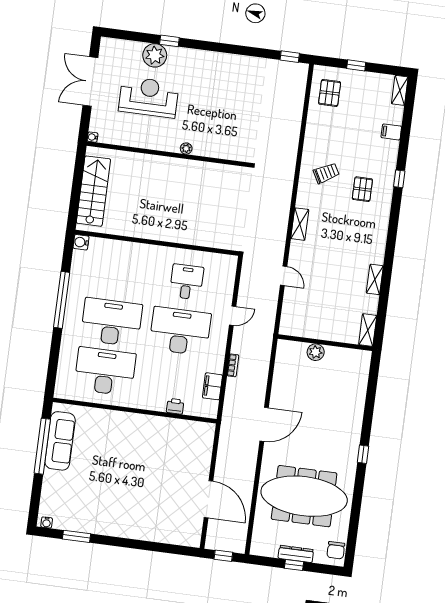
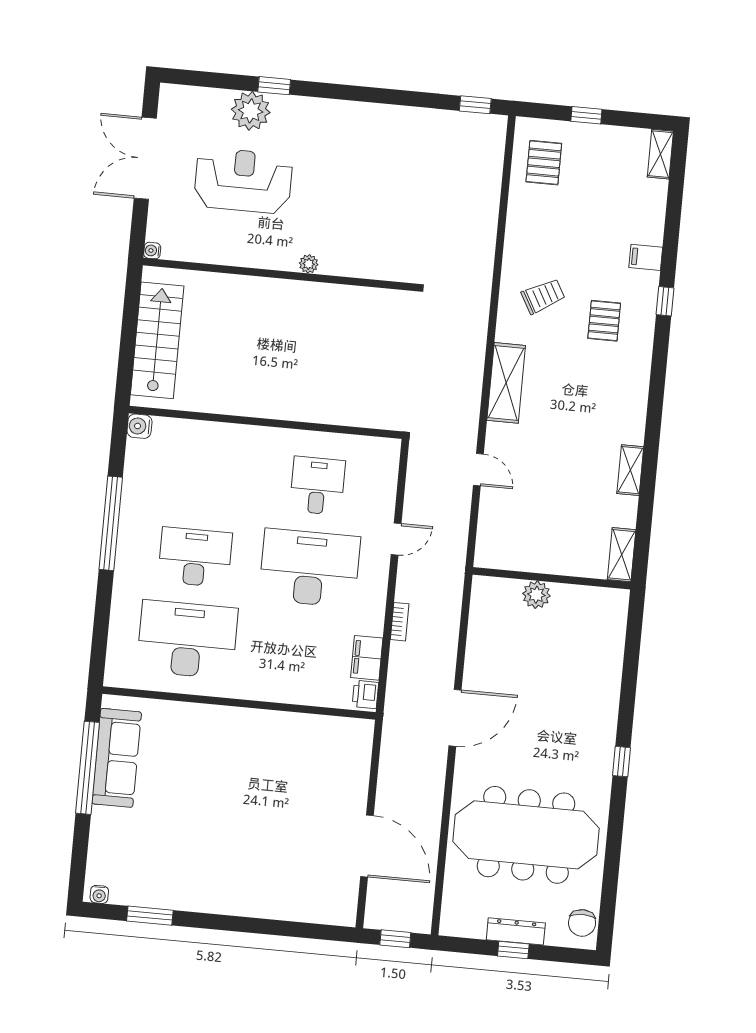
filing cabinet: (391, 132) -> (646, 257), moved
shelving: (300, 224) -> (506, 383), width x1.50, depth x1.33
desk: (111, 322) -> (195, 557), width x0.73, depth x0.77
printer: (175, 406) -> (365, 694), moved, turned -90

